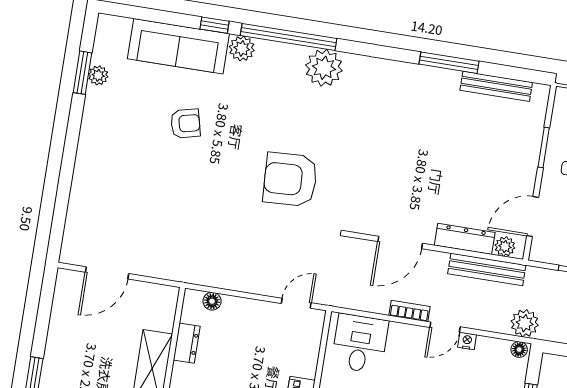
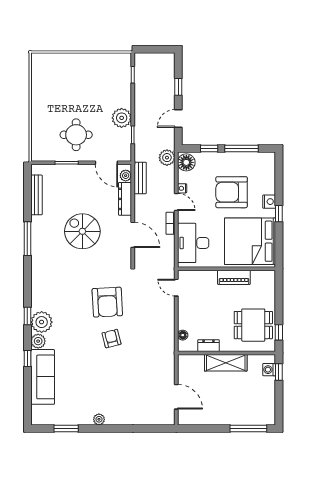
window: (289, 37) -> (27, 316), width x0.32
window: (449, 63) -> (27, 239), moved
plant: (324, 68) -> (42, 322), moved
plant: (98, 75) -> (99, 419), moved
armchair: (185, 124) -> (112, 339), moved
spiral stairs: (420, 156) -> (82, 231), added
bench: (487, 269) -> (140, 178), width x0.73
desk: (360, 343) -> (193, 243), width x1.37
floor lamp: (519, 350) -> (186, 162), width x1.89, depth x1.89

